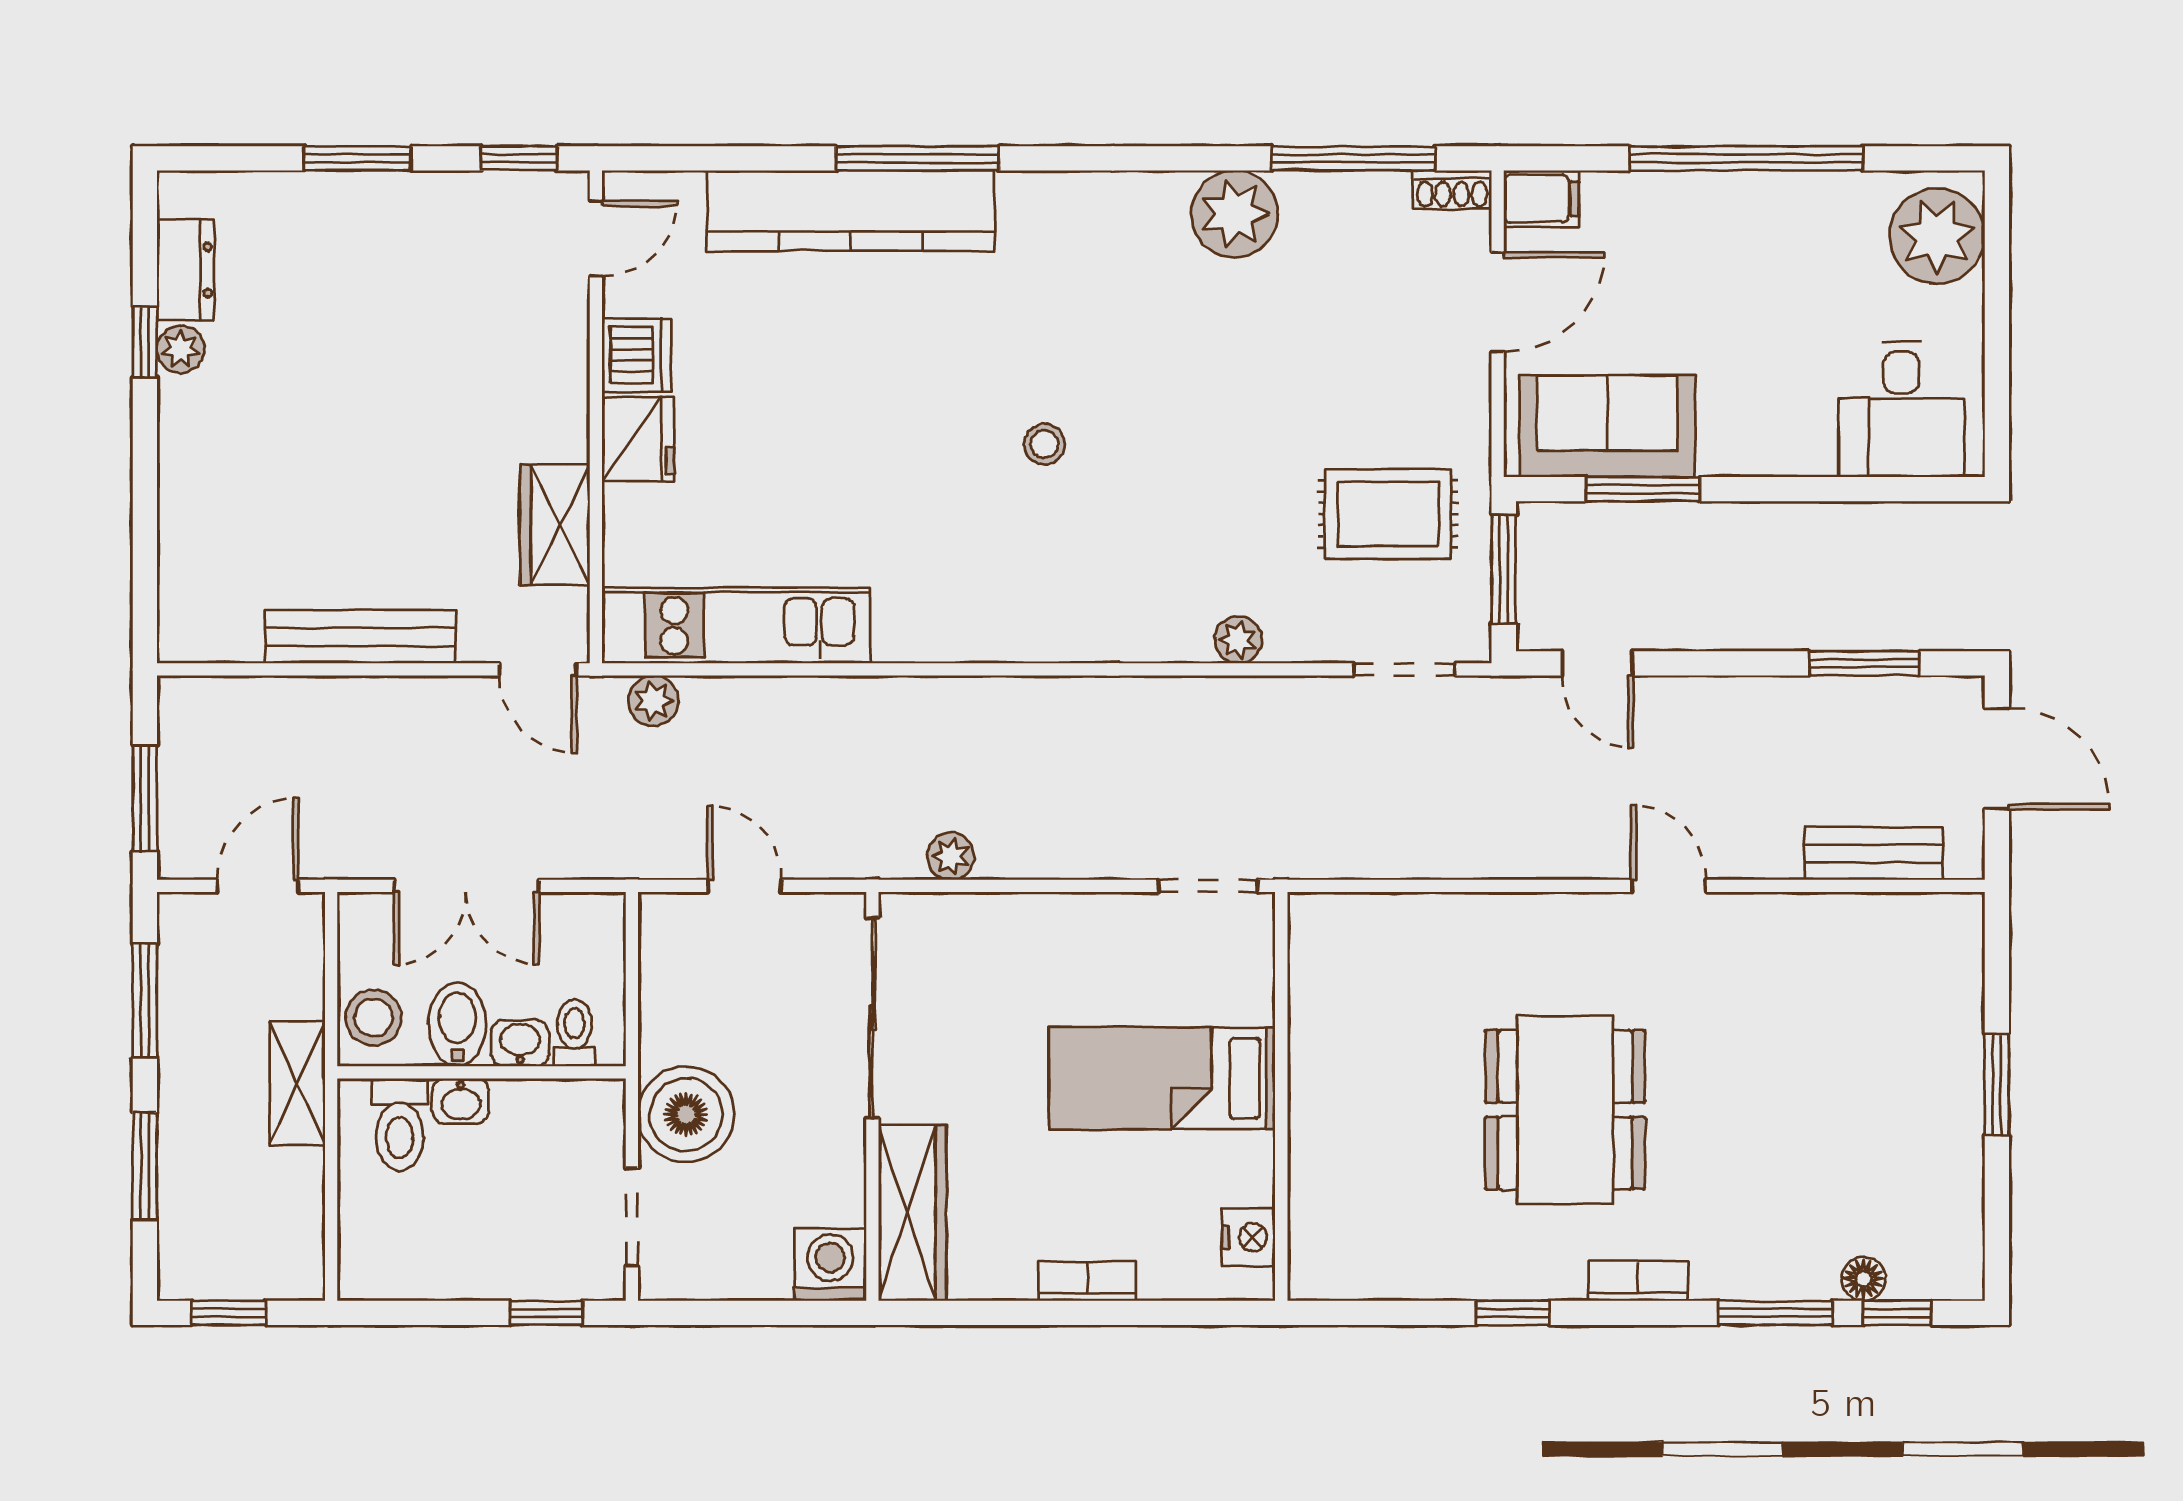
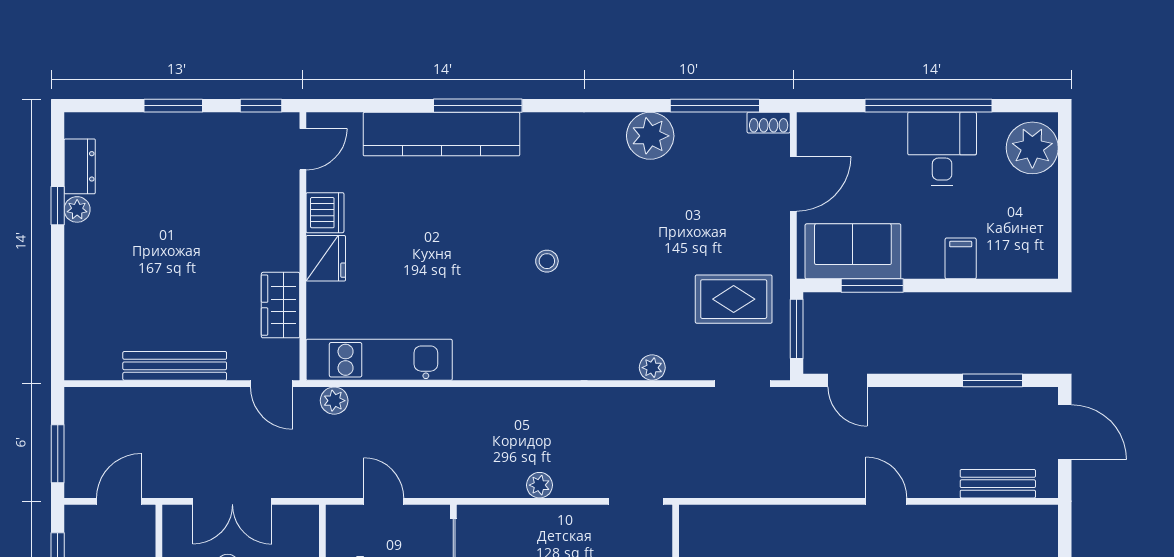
filing cabinet: (1541, 199) -> (961, 258), moved, turned -90
desk: (1901, 409) -> (942, 149), moved, turned 180
plant: (951, 856) -> (539, 485), moved

